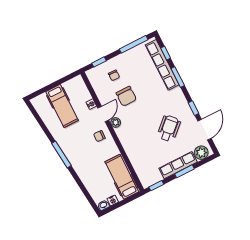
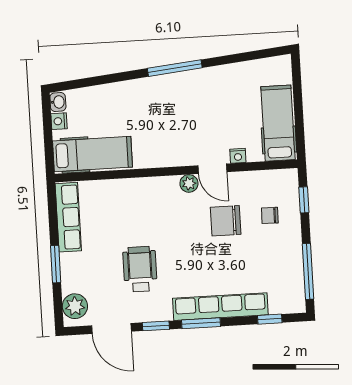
row of seats: (162, 65) -> (220, 307), moved
window: (178, 77) -> (201, 323), moved
hospital bed: (62, 106) -> (278, 123), moved, turned 90
wheelchair: (169, 128) -> (140, 269), turned -137
chair: (99, 136) -> (178, 146), removed
row of seats: (178, 165) -> (68, 217), moved
window: (156, 186) -> (52, 206), removed

